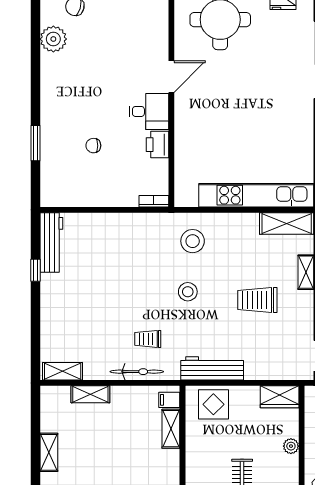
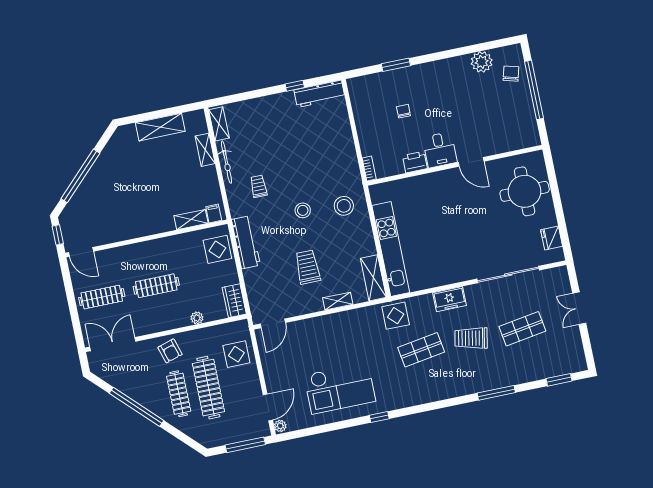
bicycle: (137, 372) -> (226, 162), moved
shelving: (49, 452) -> (160, 127), width x1.50, depth x1.33

